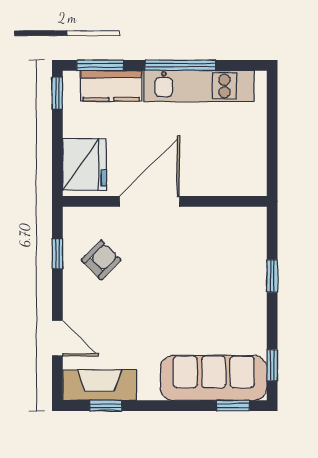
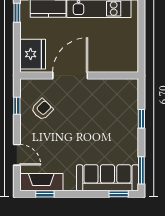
window: (272, 365) -> (141, 170), width x1.50

